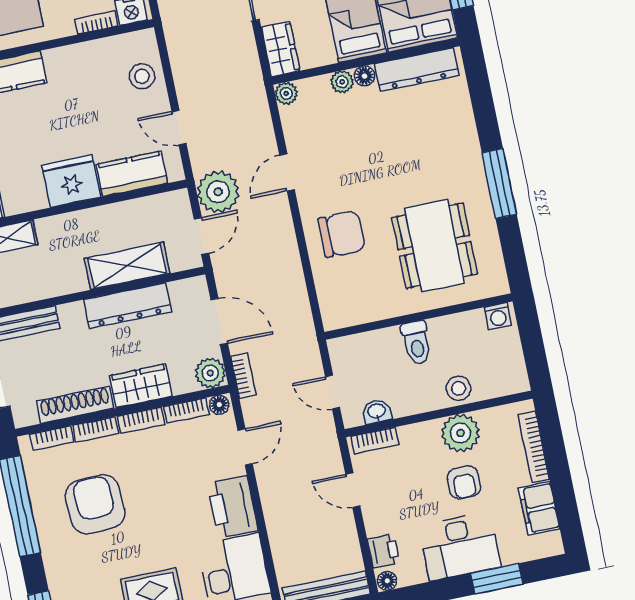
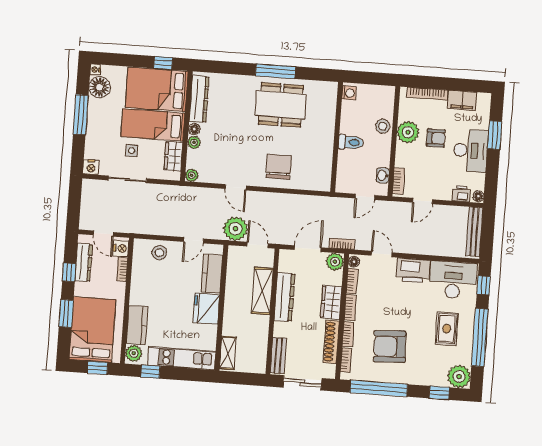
wardrobe: (281, 49) -> (173, 156), moved, turned -90
dining table: (435, 246) -> (281, 105), moved

